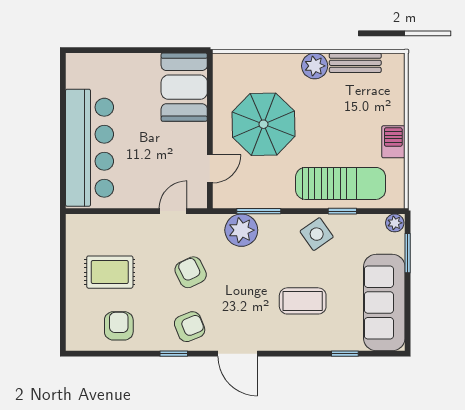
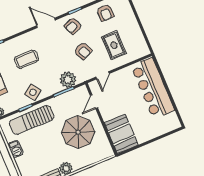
rug: (110, 272) -> (114, 45), moved, turned 90

